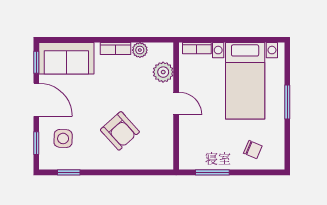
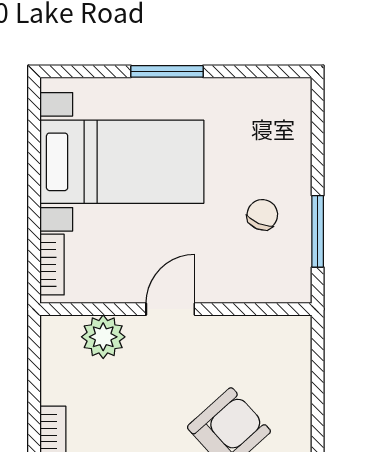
plant: (140, 50) -> (56, 387), removed
chair: (253, 150) -> (262, 215), moved

